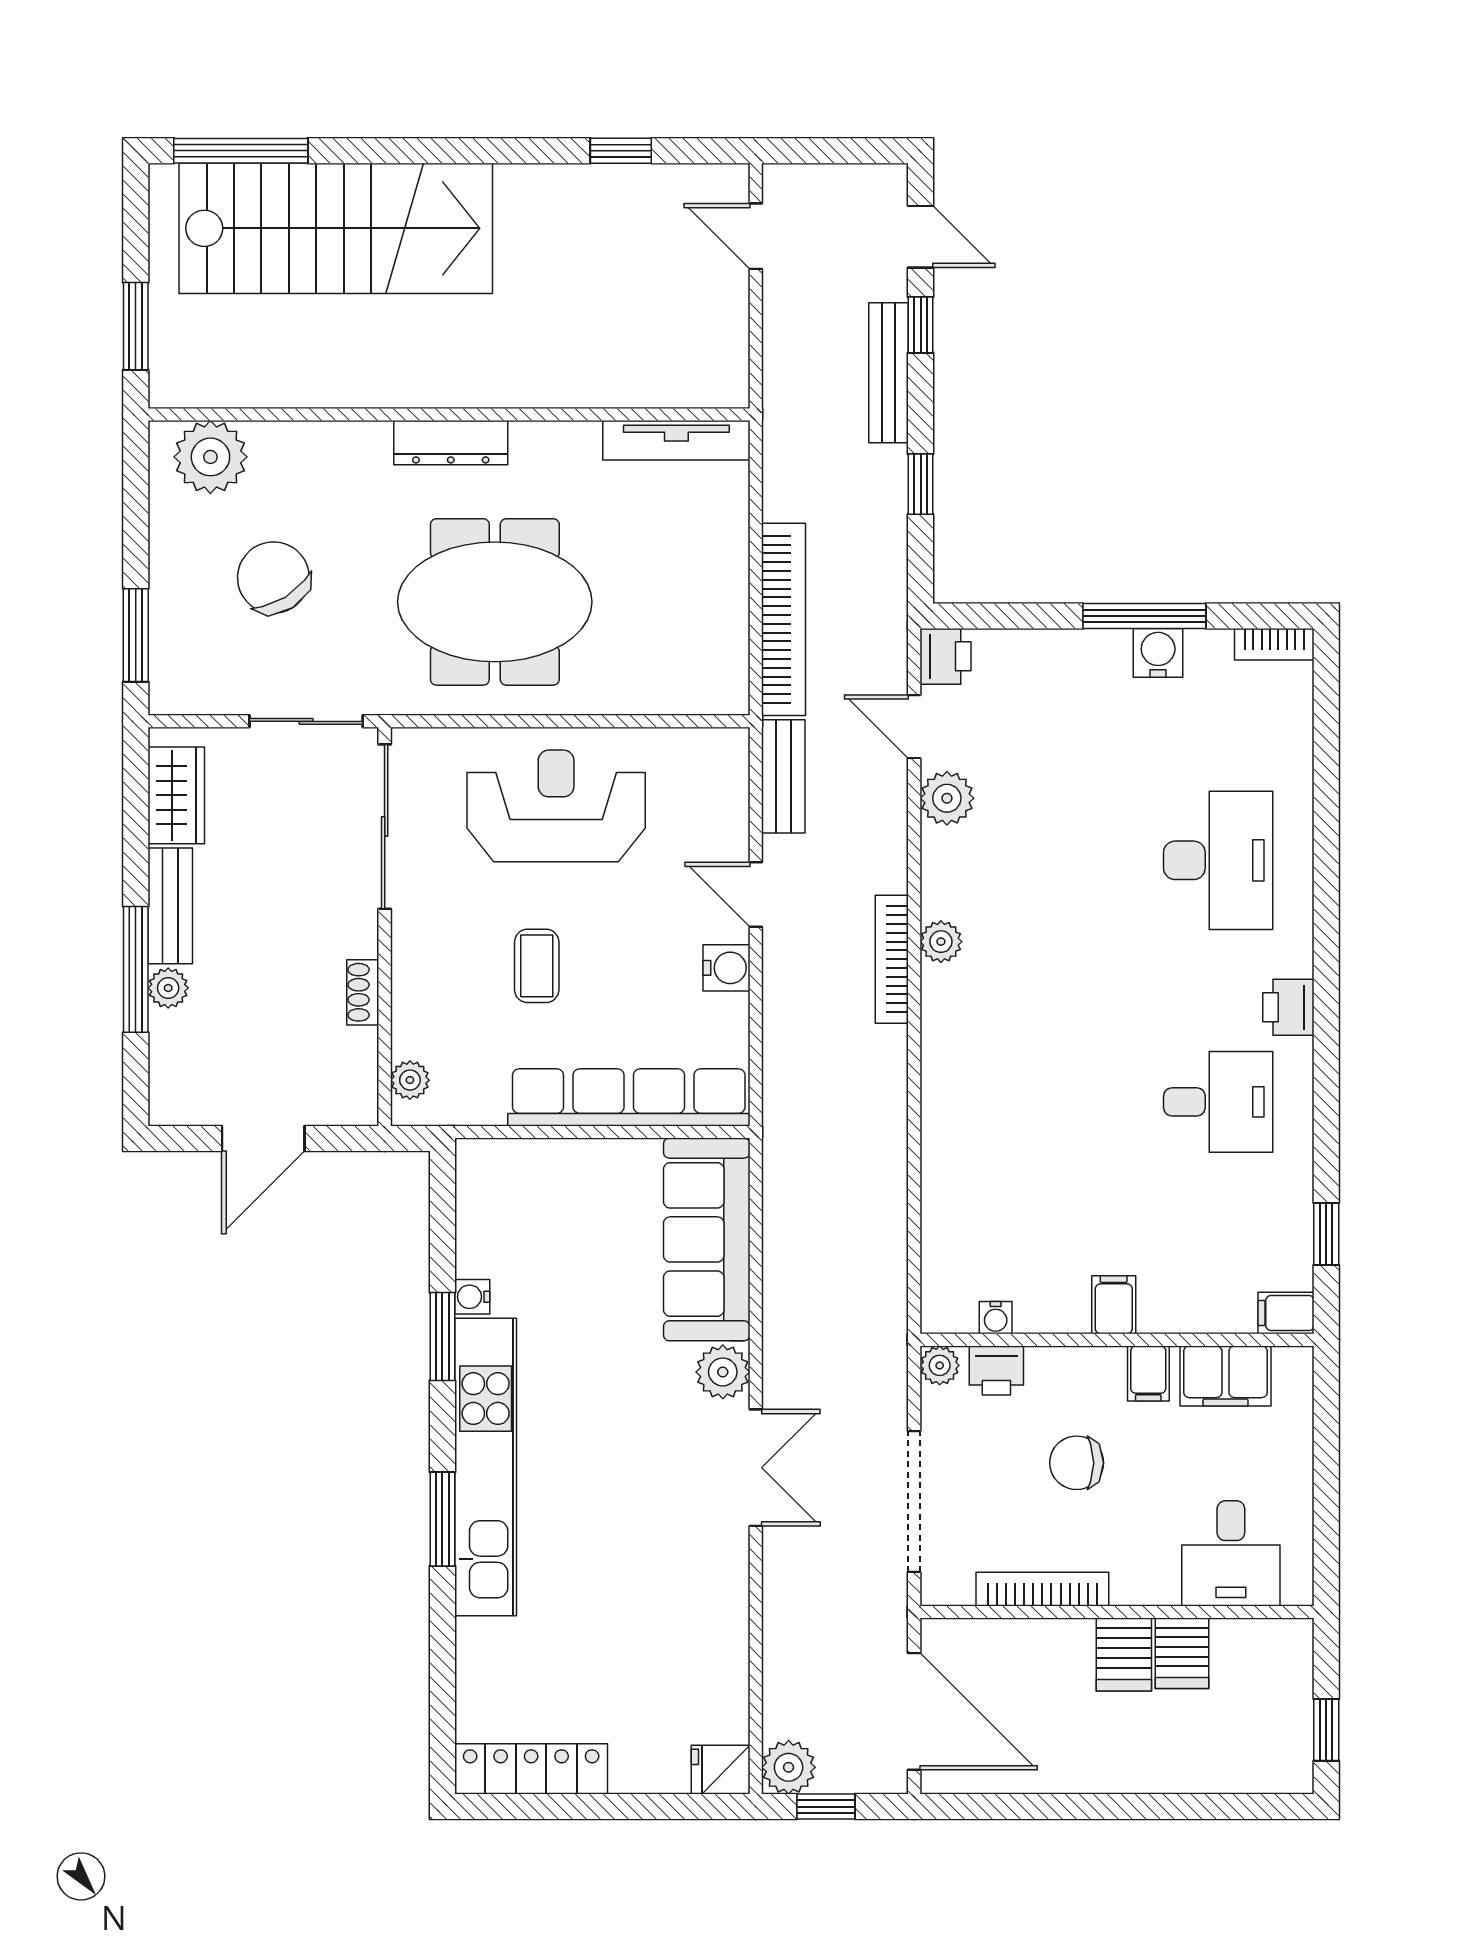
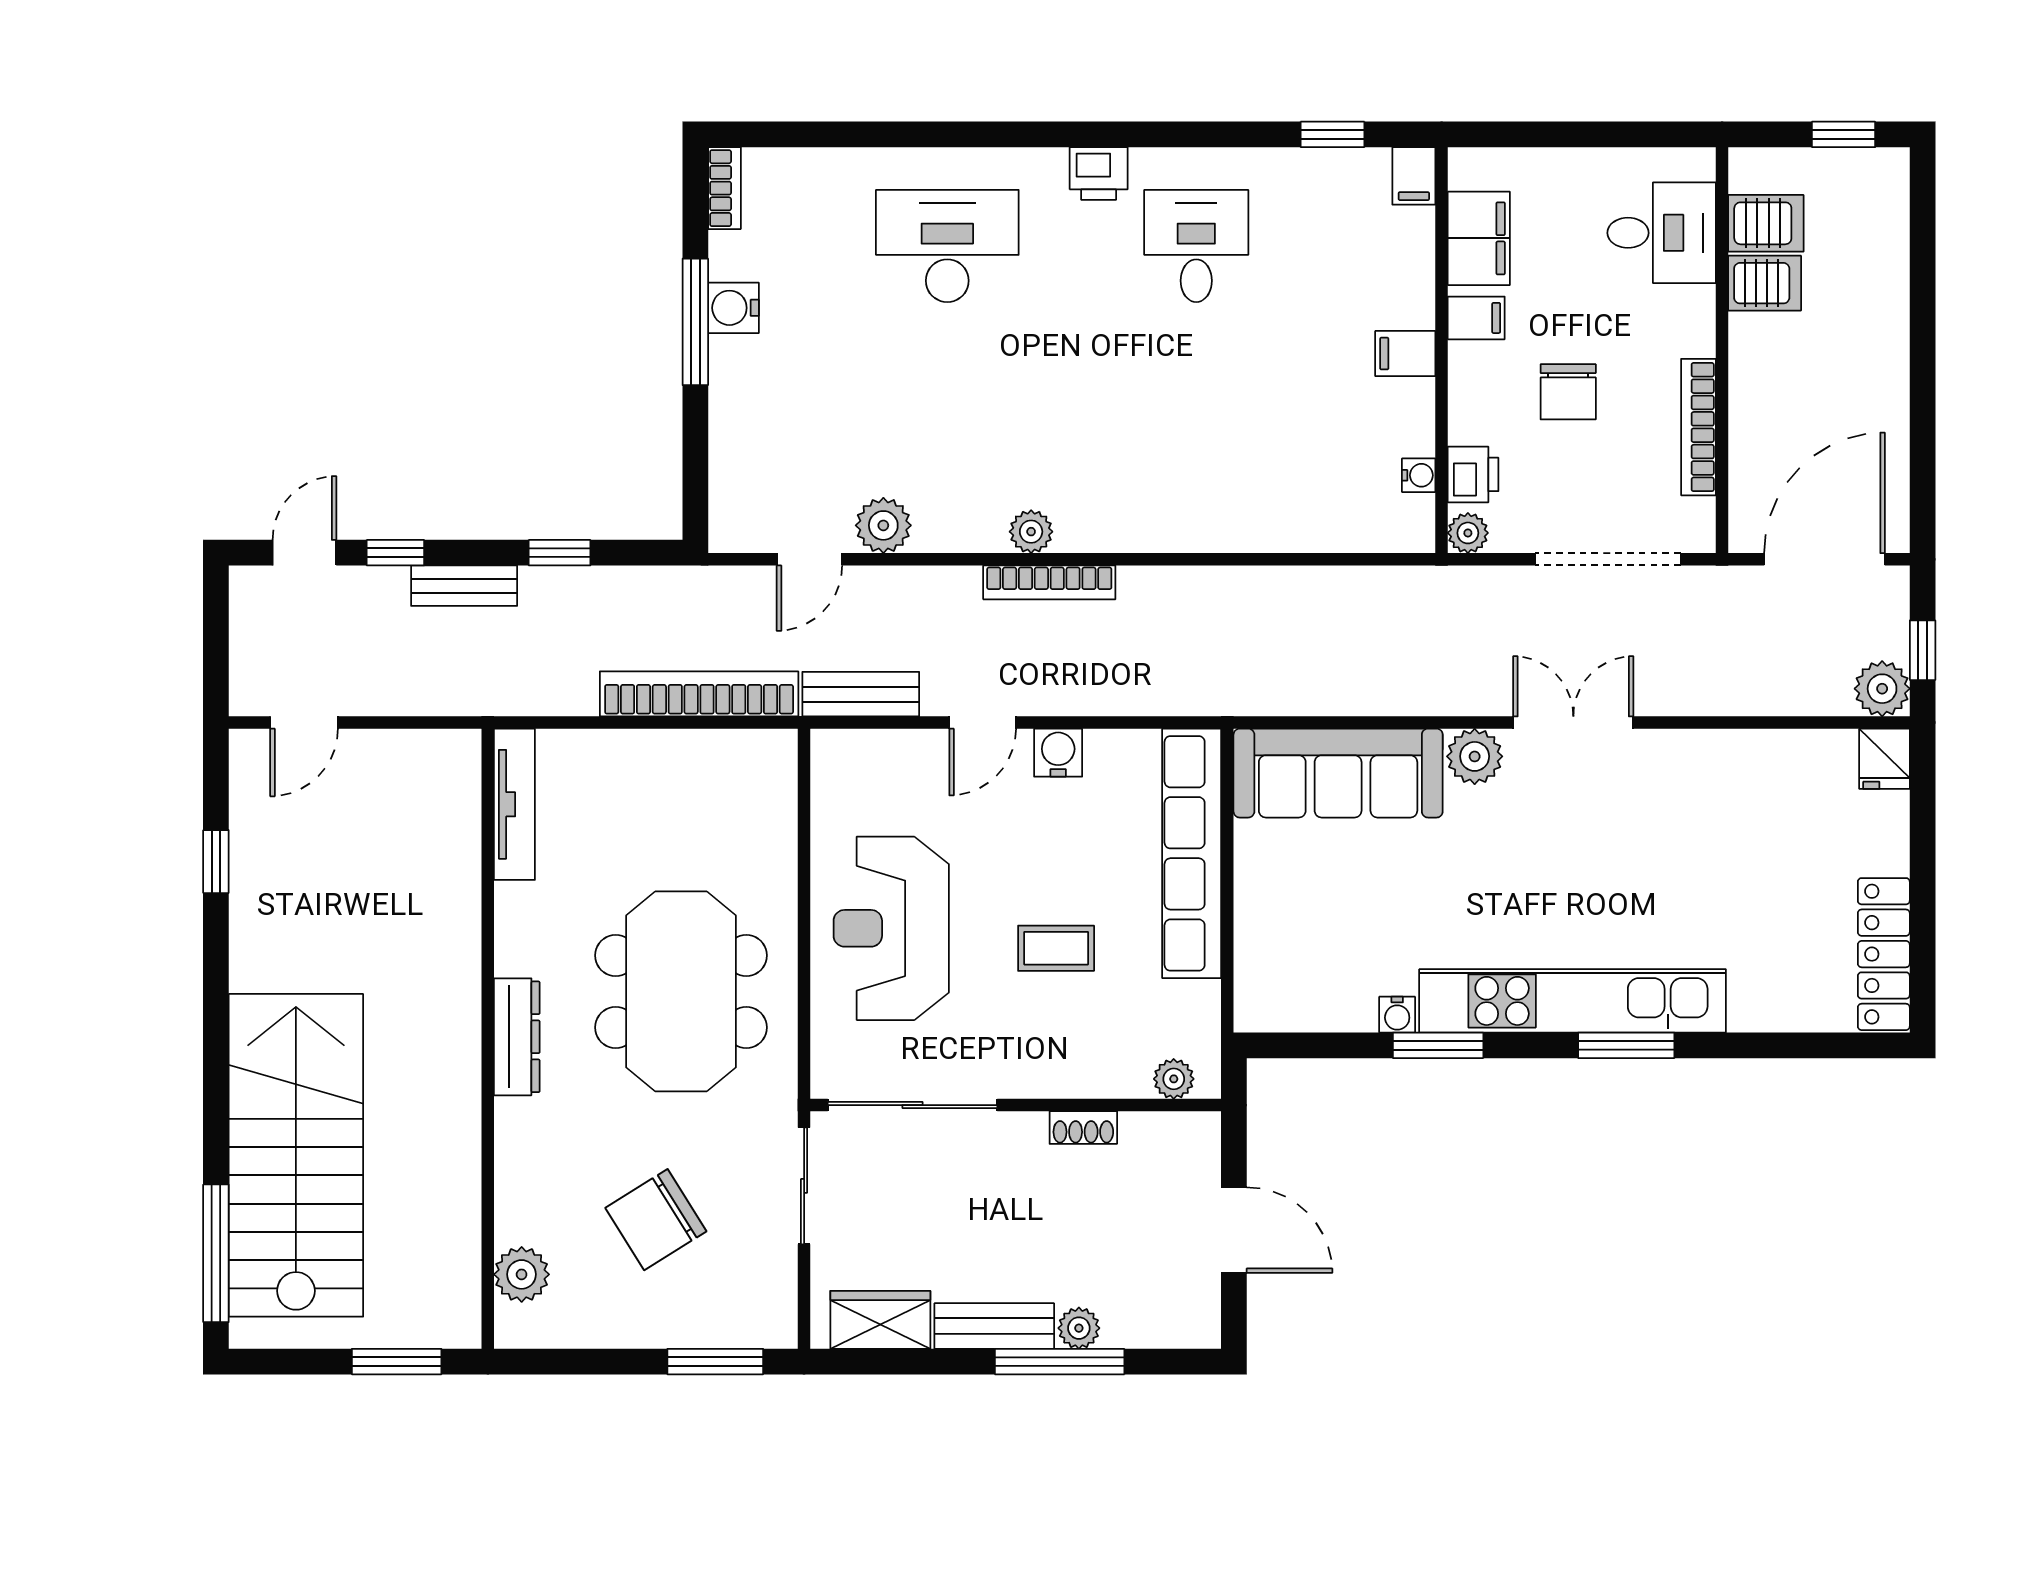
bench: (889, 373) -> (464, 586), width x0.73
plant: (210, 457) -> (522, 1274), width x0.73, depth x0.73
printer: (945, 656) -> (737, 527), removed
server rack: (1124, 1655) -> (1766, 223), moved

